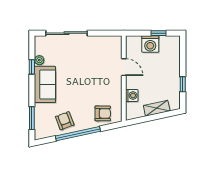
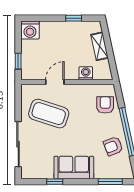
window: (159, 33) -> (18, 61), moved
washing machine: (150, 44) -> (30, 30), moved, turned 90
plant: (39, 60) -> (47, 174), removed
coffee table: (95, 61) -> (49, 114), added

